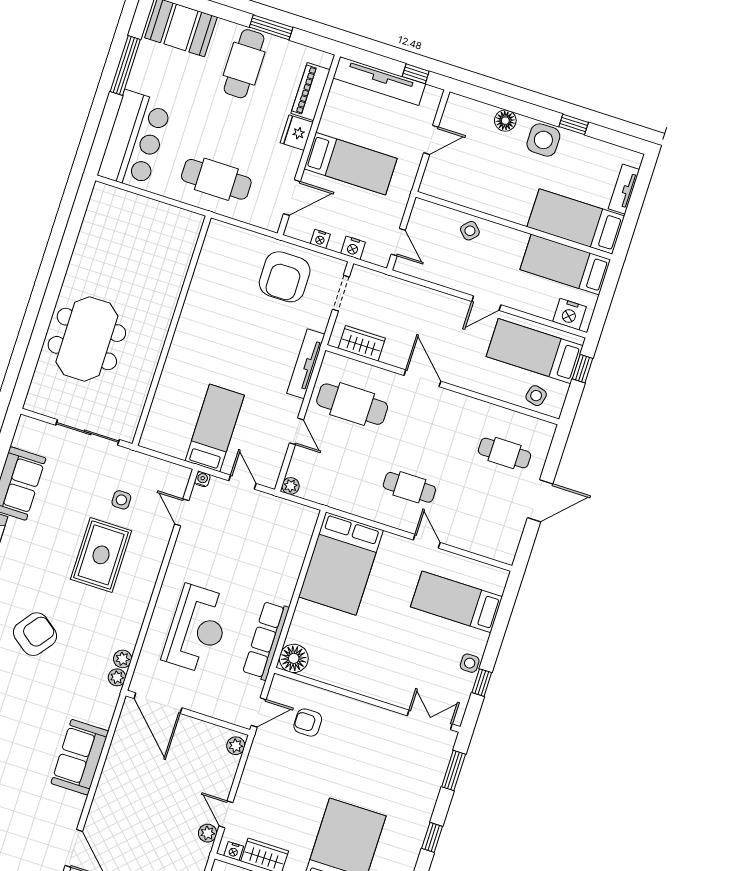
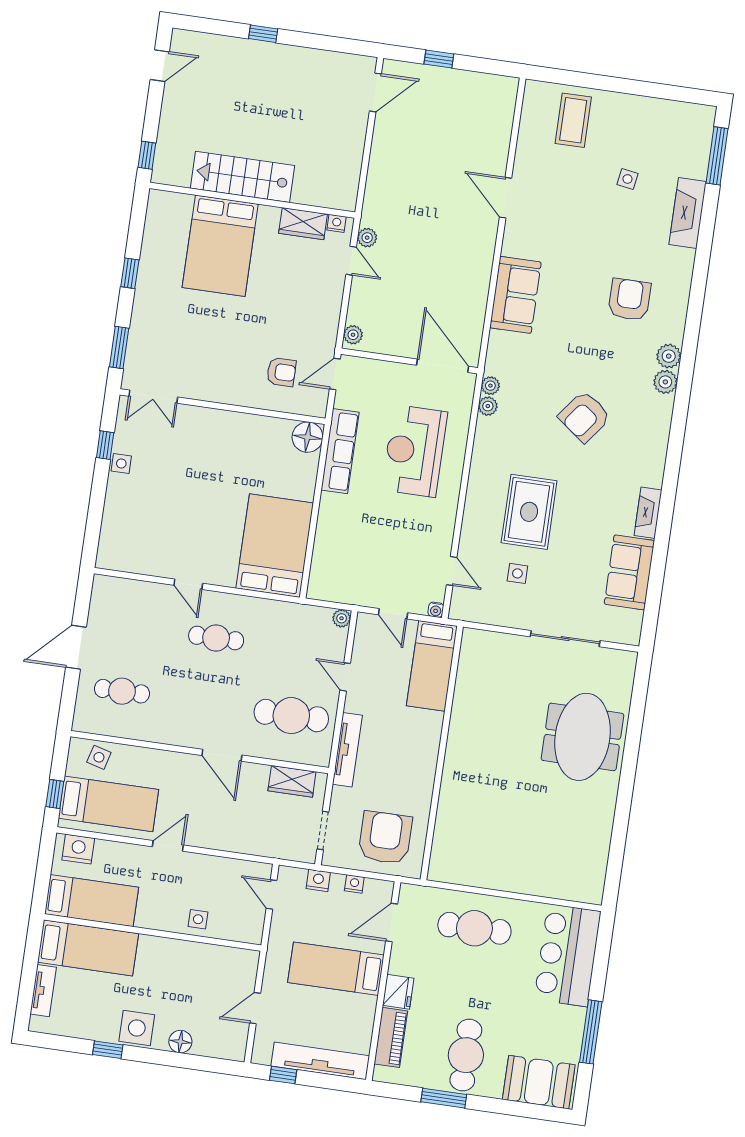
side table: (470, 231) -> (198, 919), turned 45
wall: (172, 331) -> (442, 753), moved
bed: (456, 602) -> (146, 526), removed

